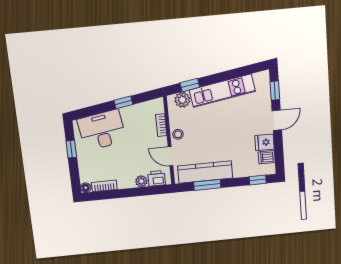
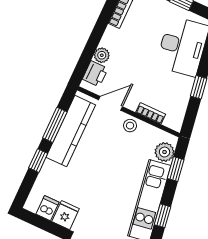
window: (228, 75) -> (162, 216), added
window: (258, 180) -> (38, 161), moved

